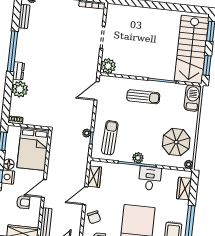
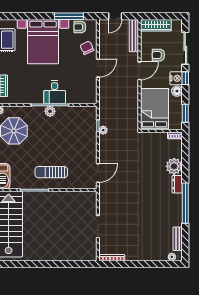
plant: (108, 66) -> (89, 199), removed
sun lounger: (110, 138) -> (80, 128), removed
wardrobe: (94, 177) -> (91, 88), removed
desk: (150, 178) -> (55, 92), moved

